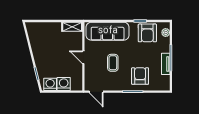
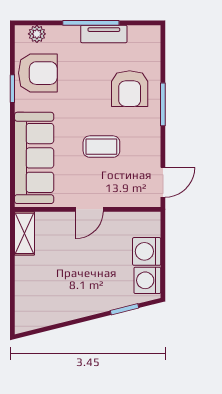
armchair: (140, 76) -> (130, 89), turned -90

